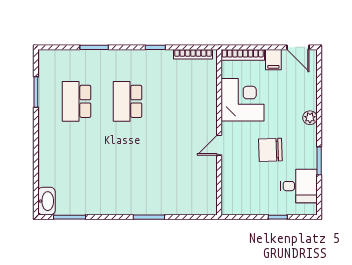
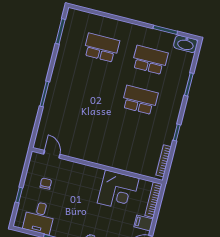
door: (219, 145) -> (52, 154), moved
chair: (270, 150) -> (46, 184), moved, width x0.54, depth x0.54
school desk: (77, 163) -> (101, 48), added
washbasin: (47, 201) -> (186, 44), moved

